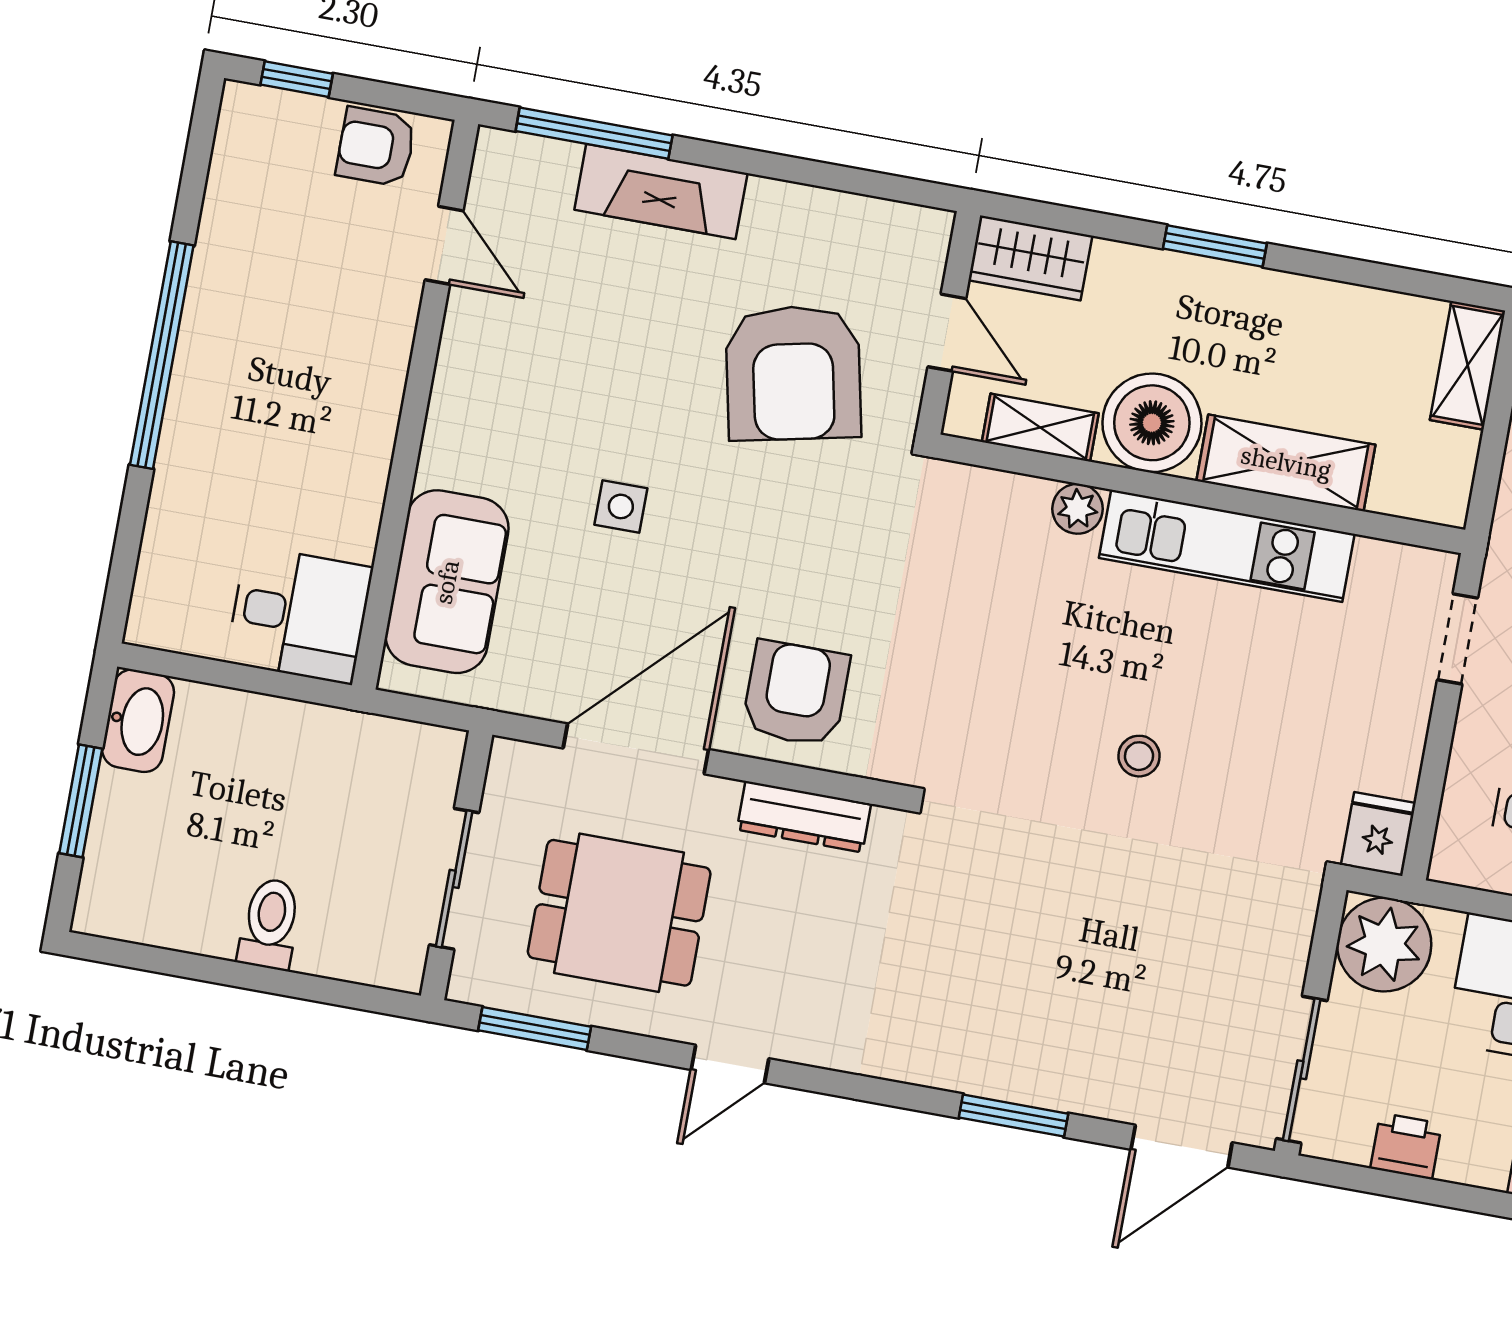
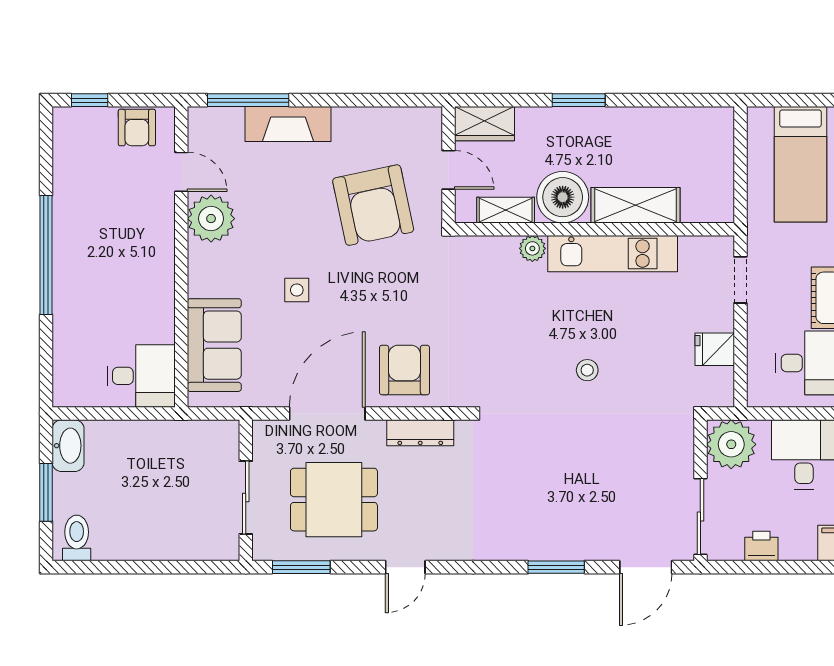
armchair: (376, 147) -> (137, 128), turned -90
plant: (484, 343) -> (211, 219), added
shelving: (1468, 365) -> (720, 138), removed
fridge: (1378, 834) -> (715, 349), moved, turned -90
toilet: (270, 924) -> (77, 538), moved

